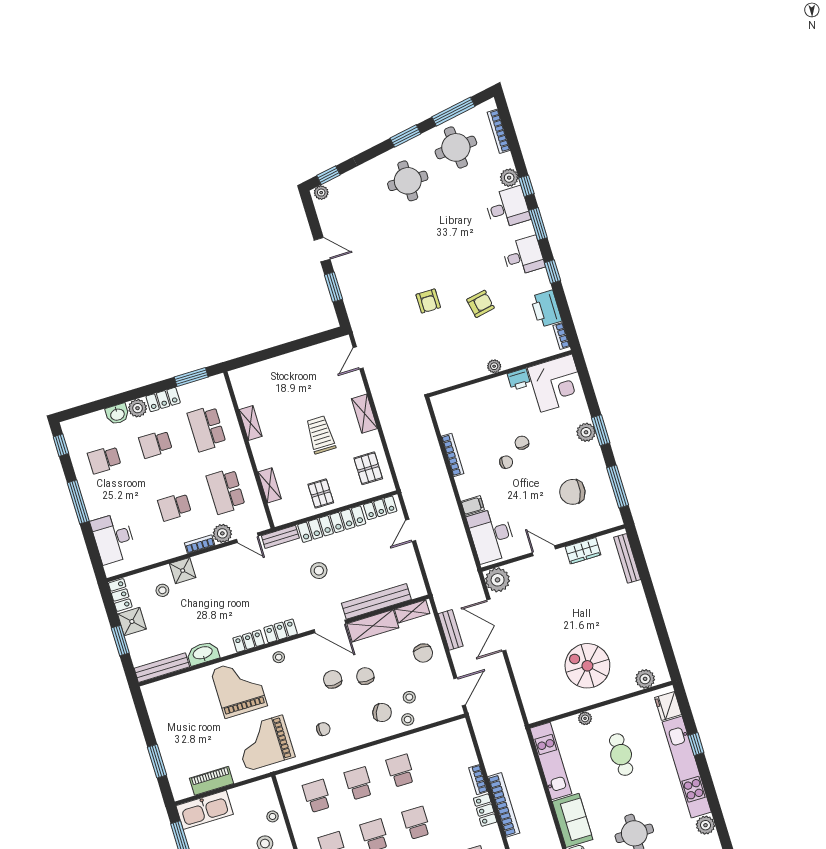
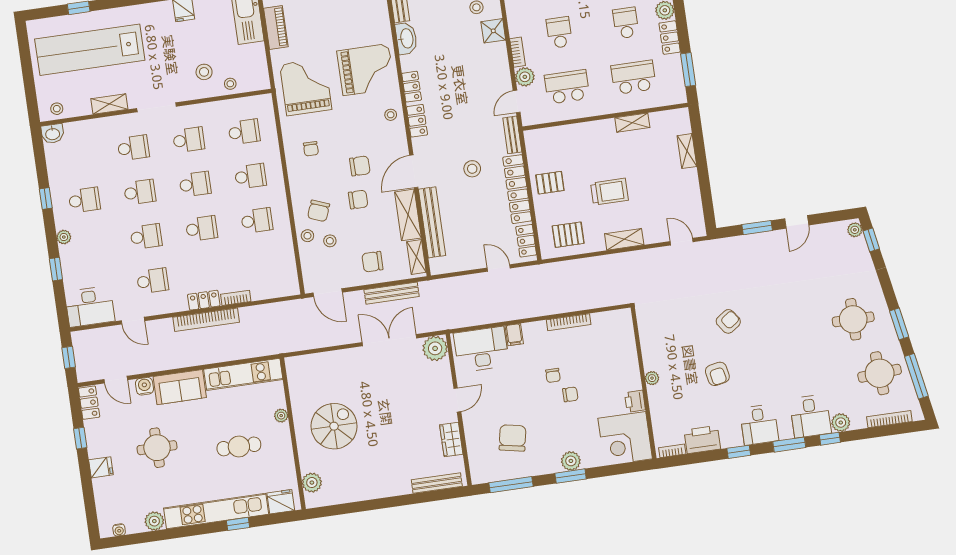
armchair: (428, 301) -> (728, 321), turned 145
shelving: (270, 485) -> (687, 151), moved, turned 90
bench: (451, 630) -> (392, 293), width x1.36

